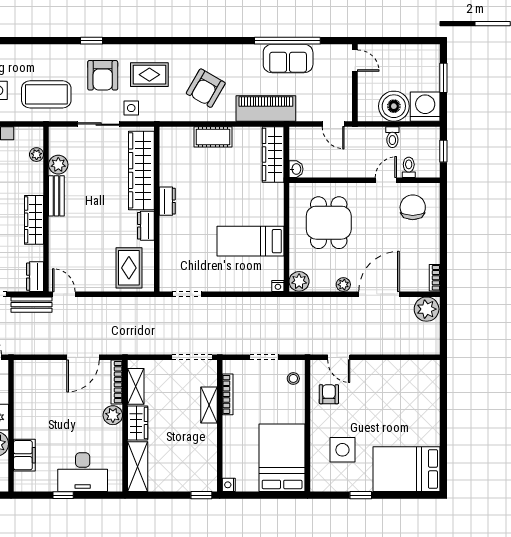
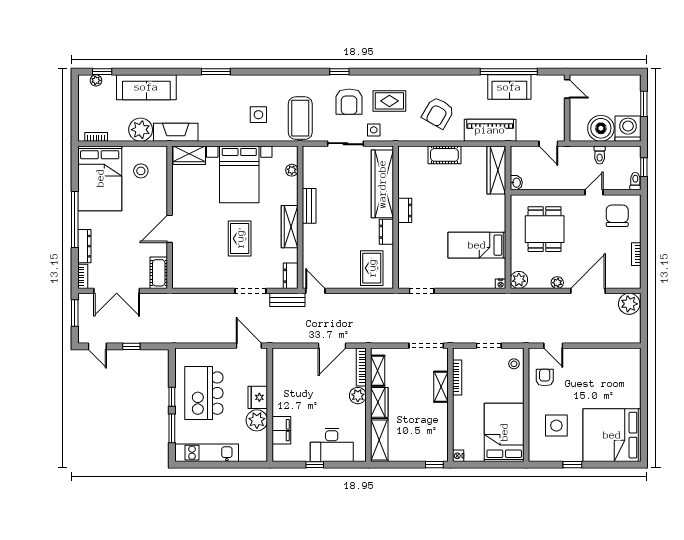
coffee table: (46, 94) -> (300, 118), turned 90
plant: (58, 165) -> (311, 179), removed
toilet: (409, 167) -> (635, 181), moved
bookcase: (435, 278) -> (636, 254), moved
bed: (407, 469) -> (612, 435), width x1.36

